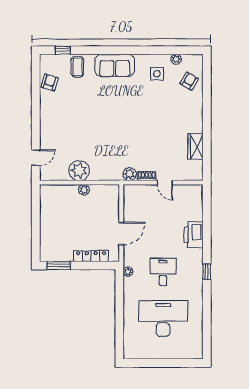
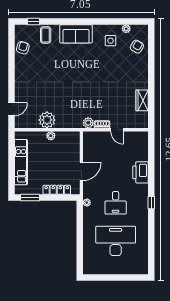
kitchen unit: (47, 222) -> (21, 162), added
desk: (163, 272) -> (116, 203), turned 180

